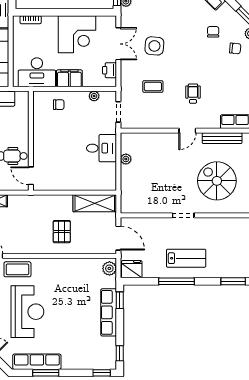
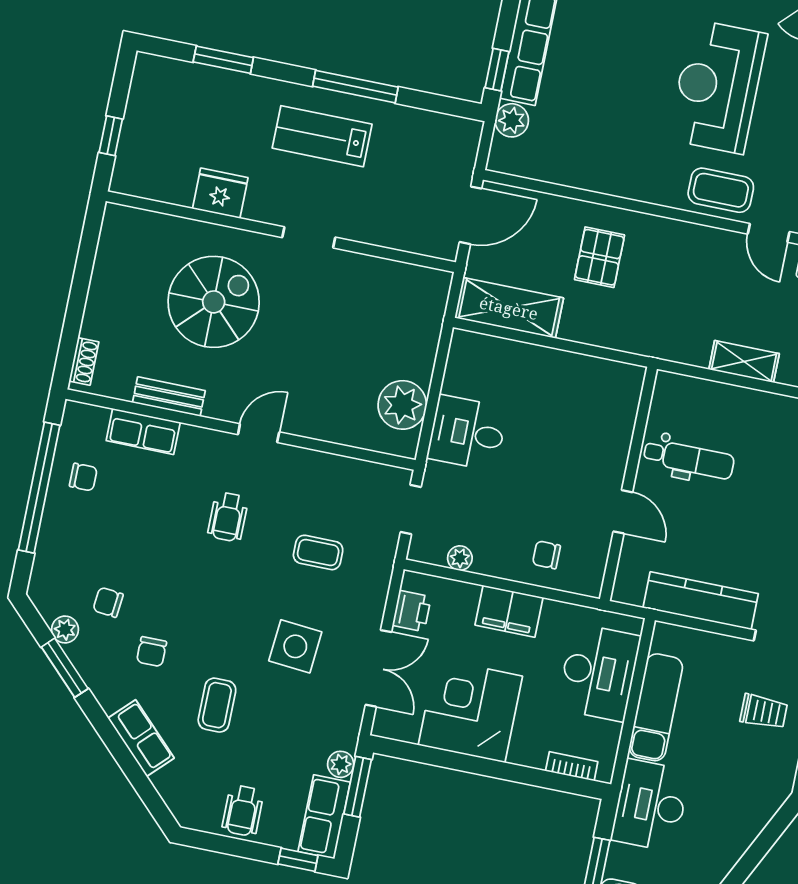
coffee table: (182, 15) -> (217, 705), added
double door: (118, 44) -> (378, 668), swing flipped
desk: (37, 72) -> (599, 672), moved, turned 90
bench: (222, 138) -> (169, 397), width x0.73
plant: (126, 159) -> (402, 405), width x1.87, depth x1.87
door: (31, 176) -> (623, 512), moved
spiral stairs: (217, 181) -> (214, 302), turned -90
door: (118, 238) -> (471, 215), swing flipped
plant: (109, 268) -> (512, 120), moved
fridge: (132, 269) -> (220, 193), moved, turned 180

